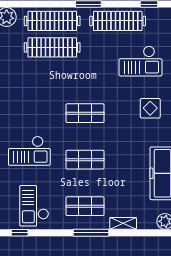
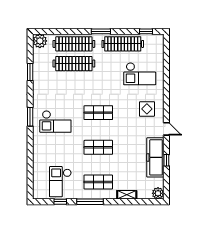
checkout: (29, 151) -> (55, 122), moved
window: (20, 233) -> (60, 202), moved
window: (91, 233) -> (90, 202), moved

